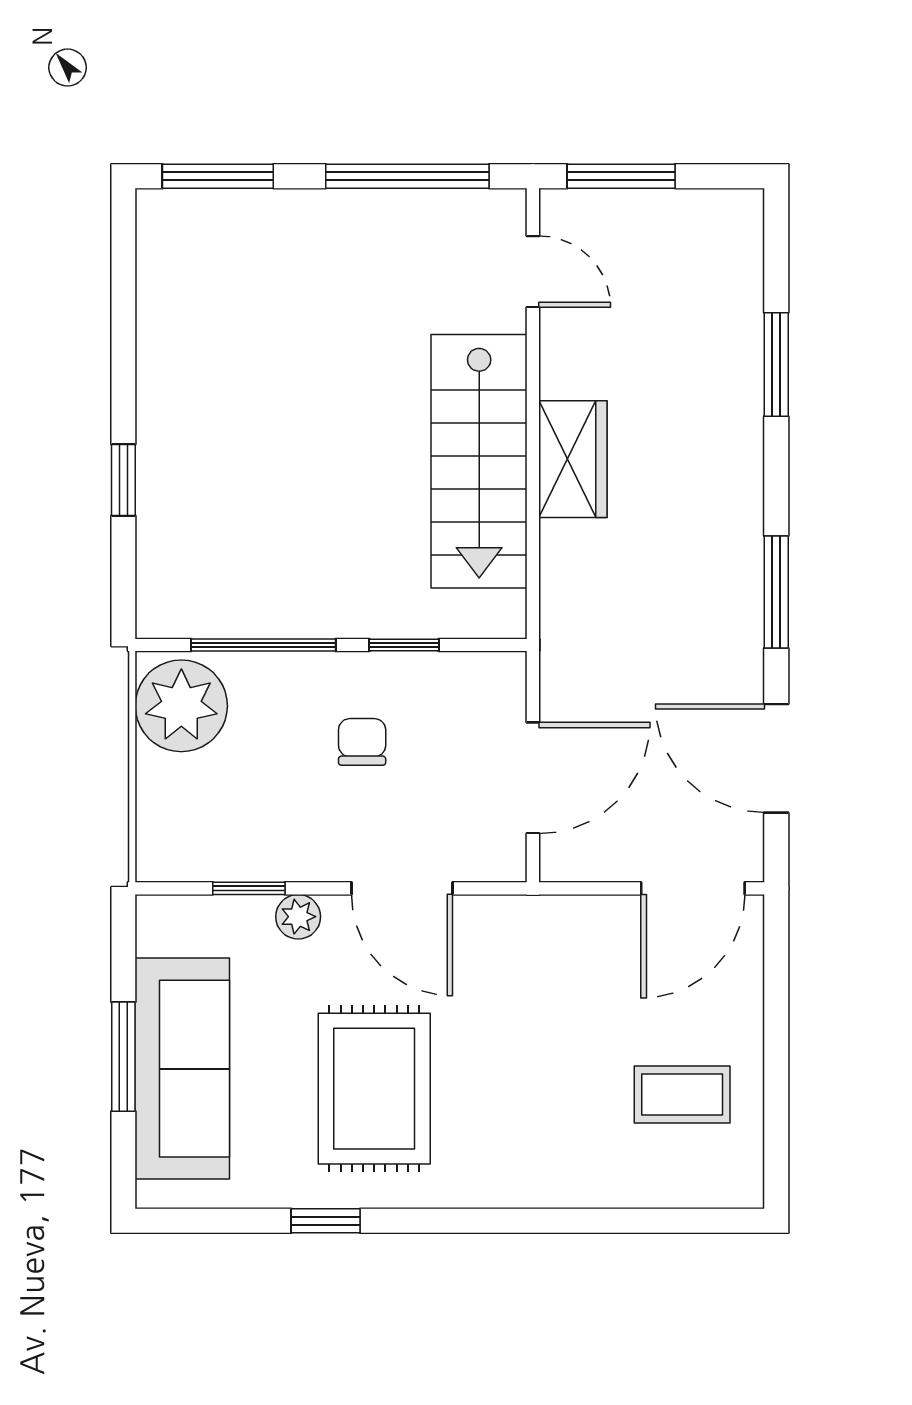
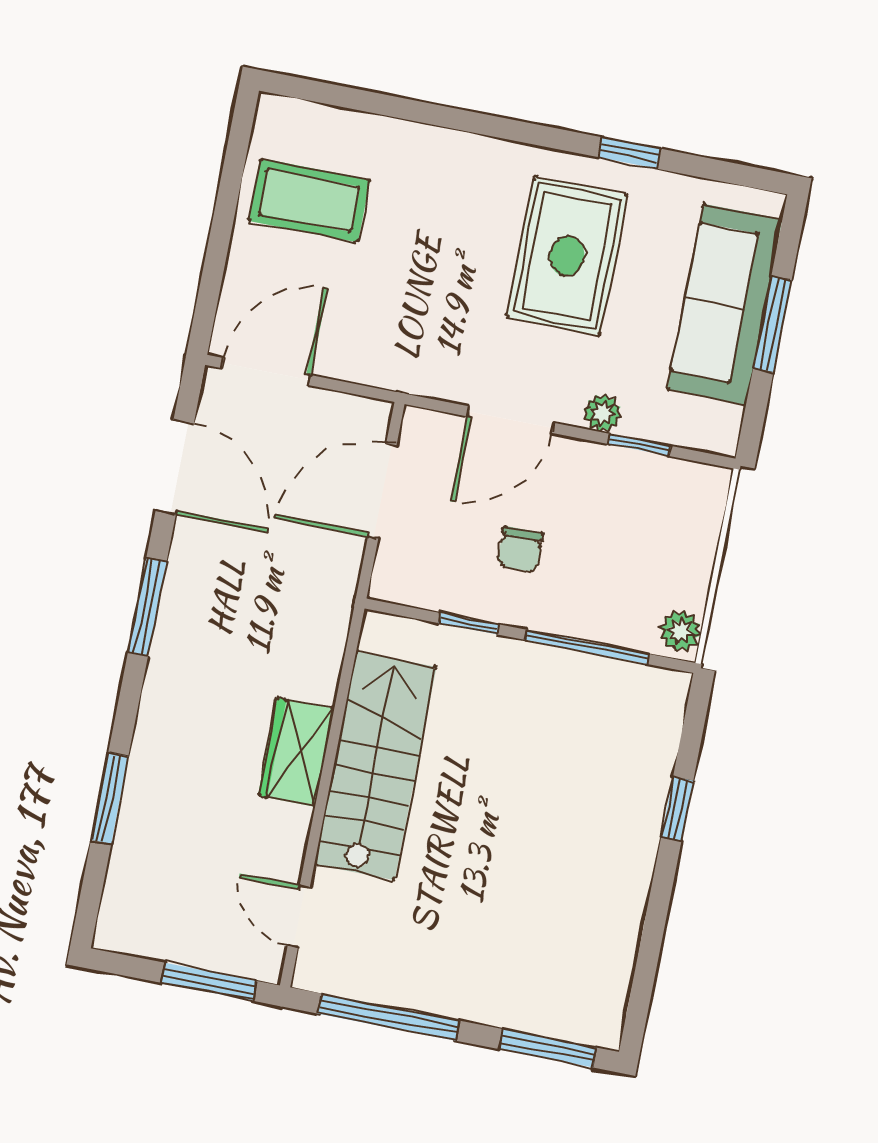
plant: (181, 706) -> (680, 631), width x0.53, depth x0.53
door: (402, 888) -> (511, 420), swing flipped
coffee table: (682, 1095) -> (309, 200), width x1.36, depth x1.30

